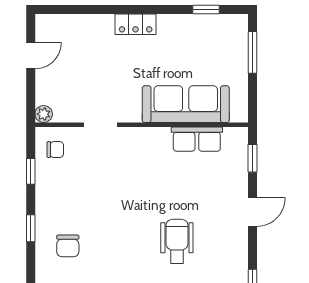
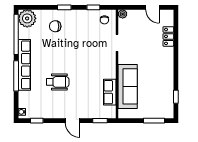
locker: (136, 24) -> (168, 36), moved

